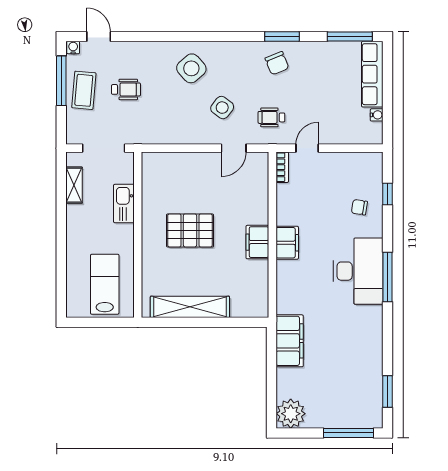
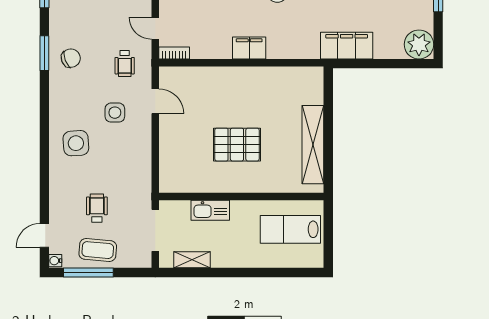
side table: (191, 68) -> (76, 143), turned 37
side table: (222, 108) -> (115, 113), turned -37
pallet: (190, 230) -> (237, 145), turned 90
filing cabinet: (257, 242) -> (249, 78), removed

